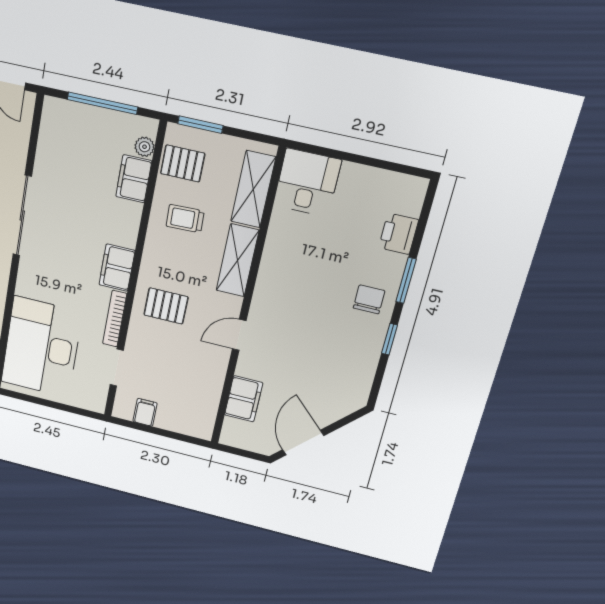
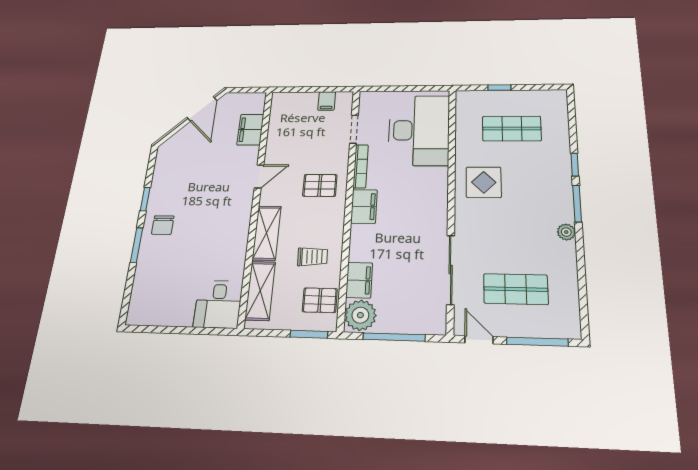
plant: (145, 147) -> (360, 315), width x1.88, depth x1.88
sliding door: (22, 216) -> (451, 270), moved
printer: (399, 234) -> (145, 279), removed

